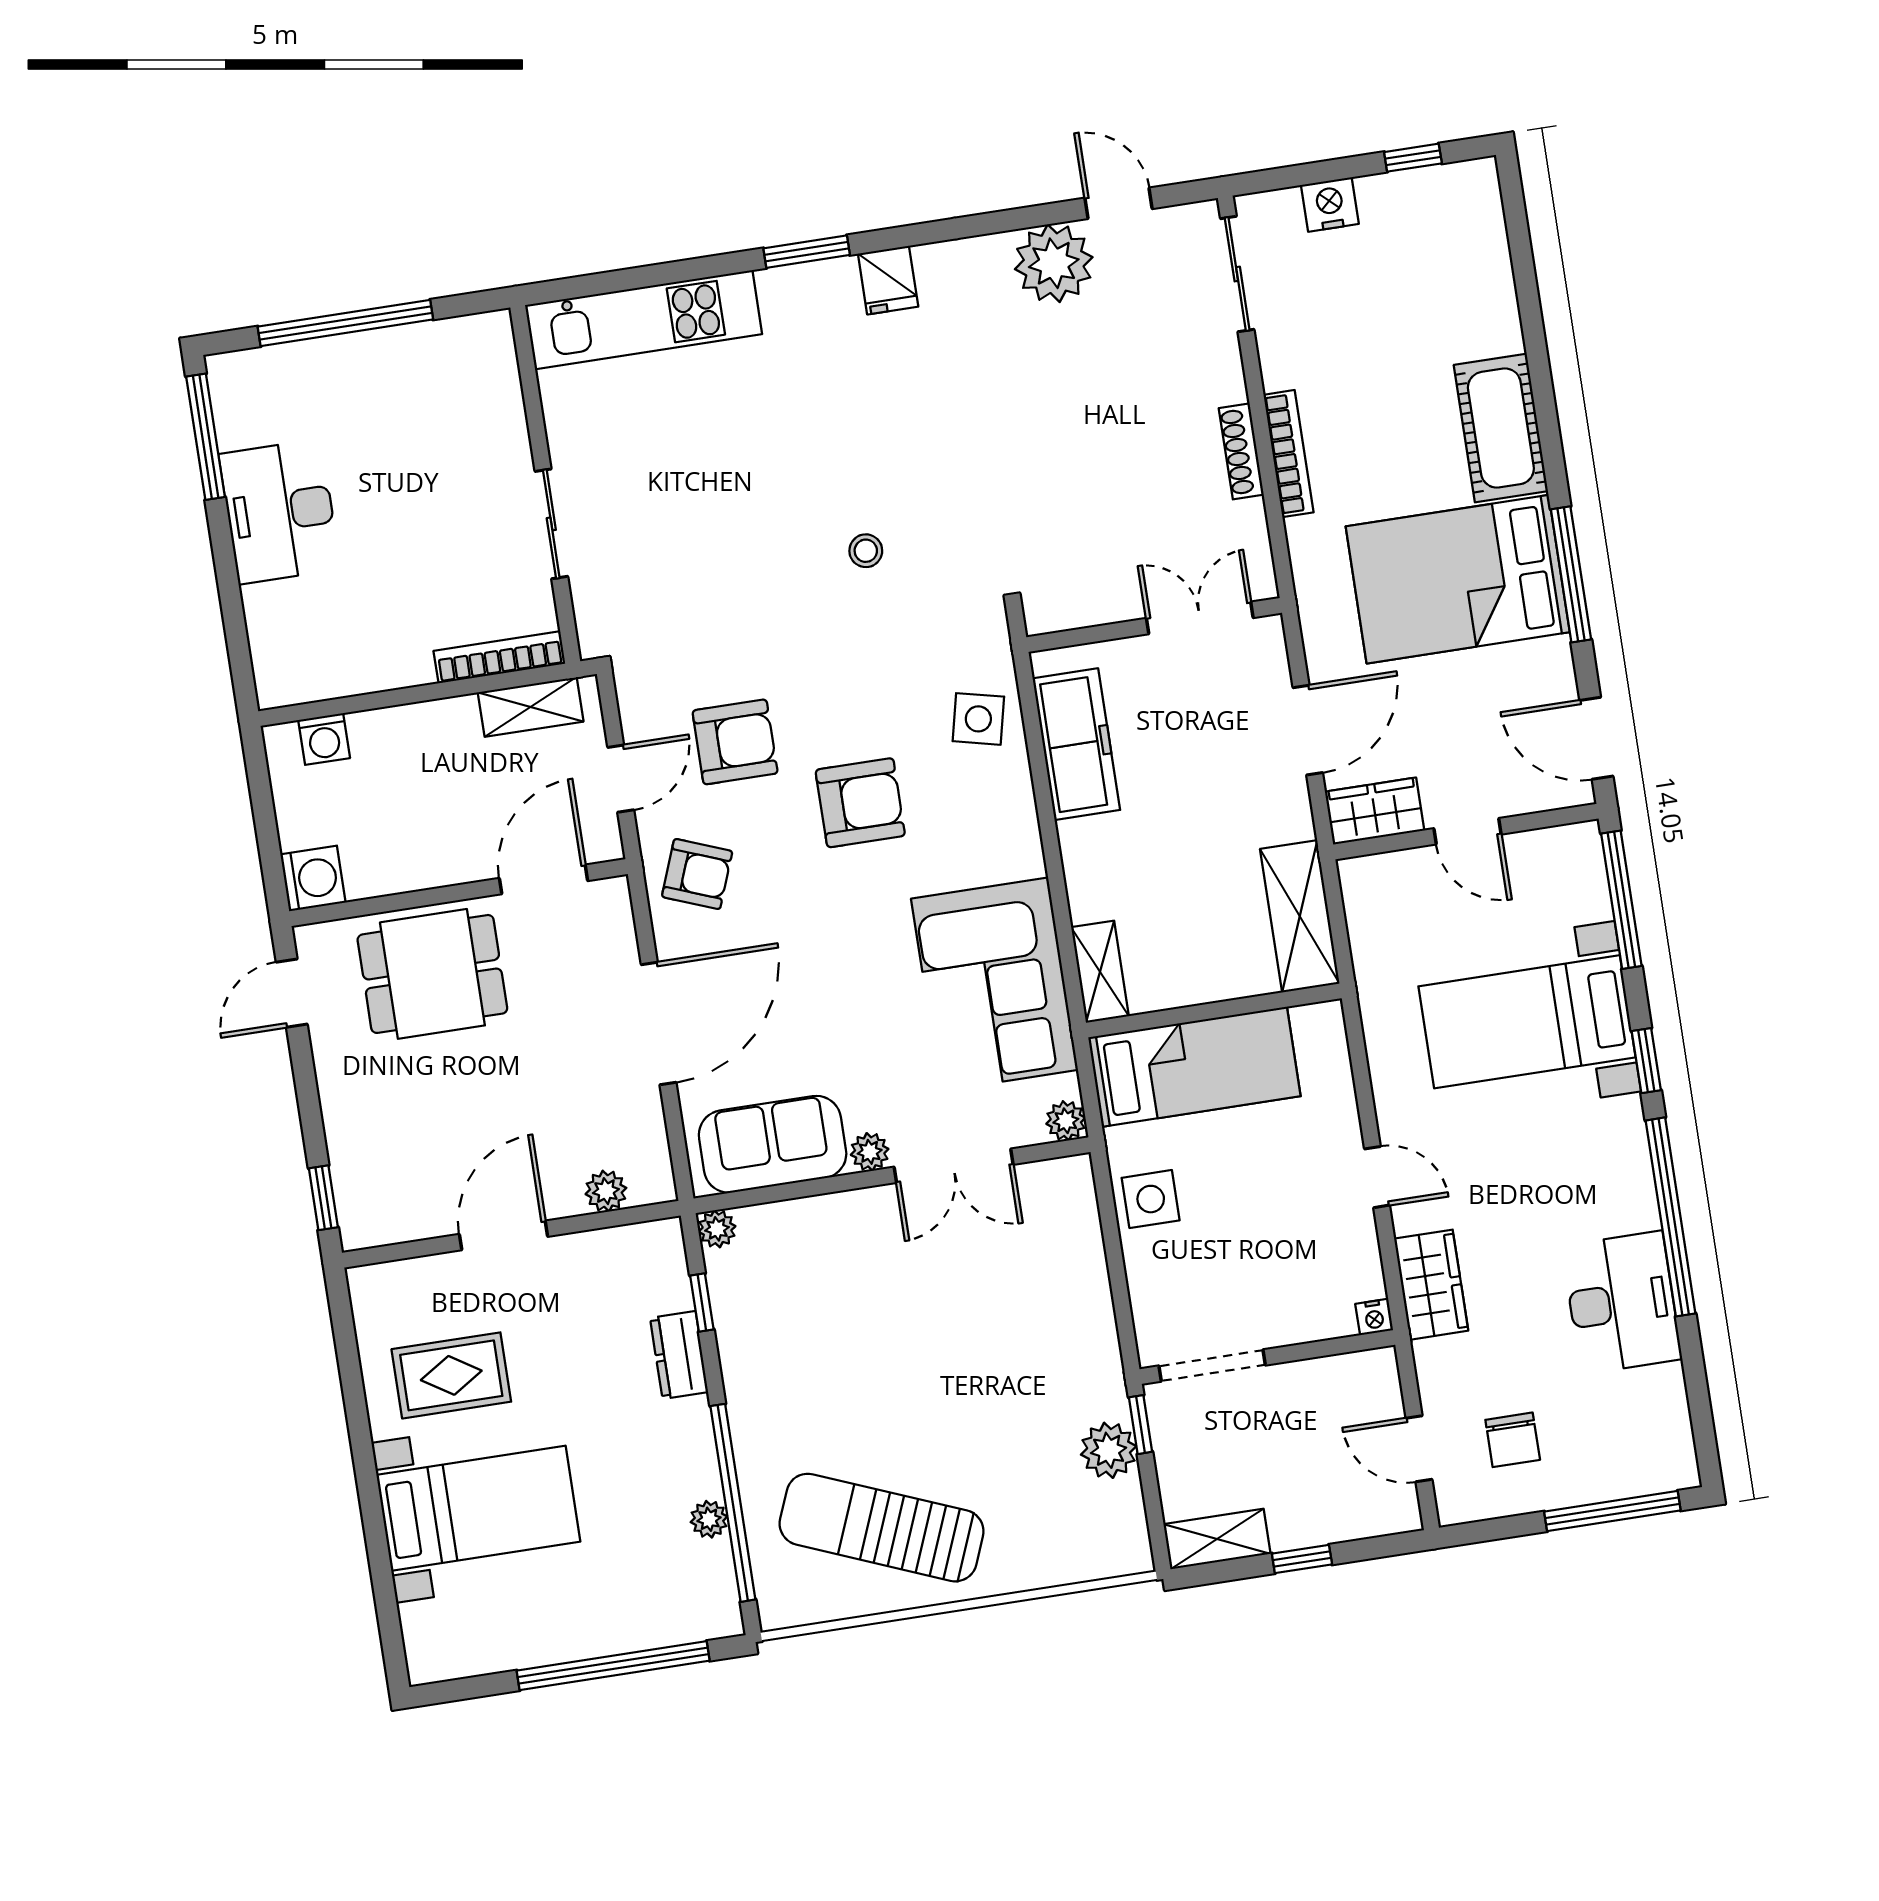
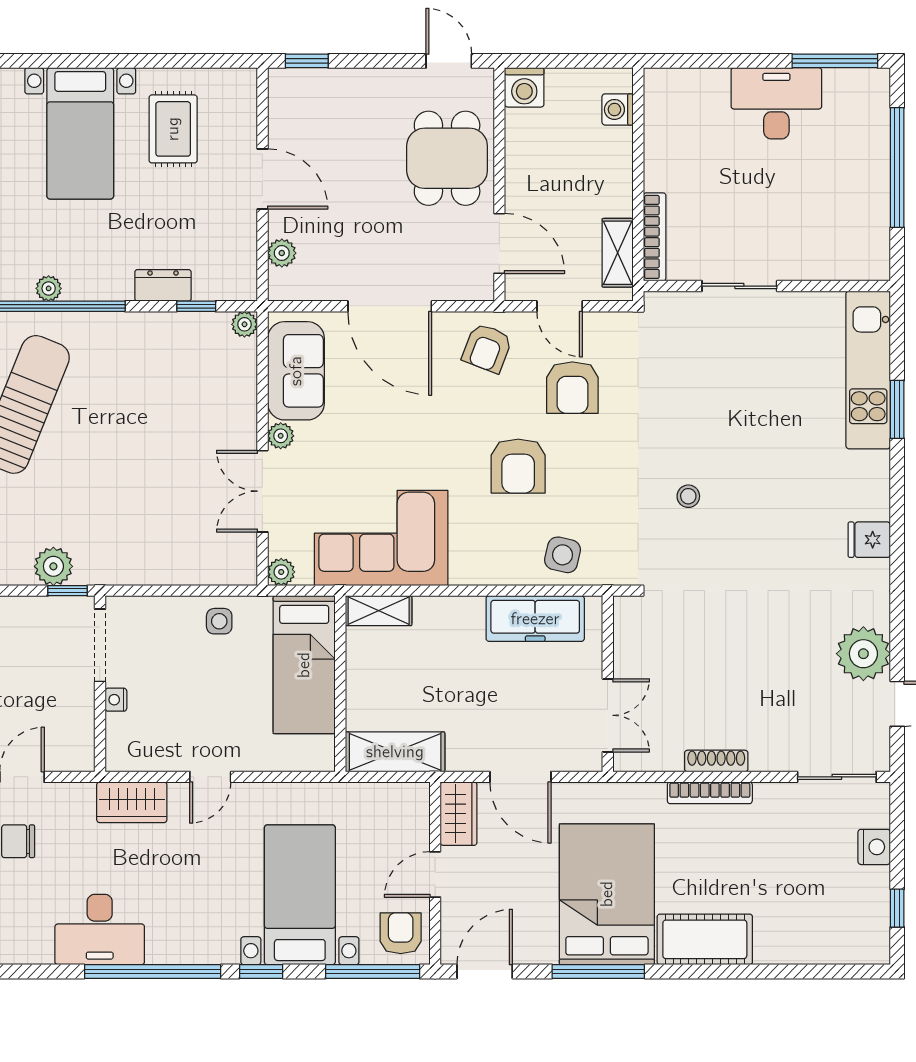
window: (807, 252) -> (897, 409), moved
armchair: (1560, 868) -> (401, 933), added
side table: (1151, 1199) -> (219, 621), width x0.73, depth x0.73
nightstand: (1374, 1317) -> (116, 700), moved

